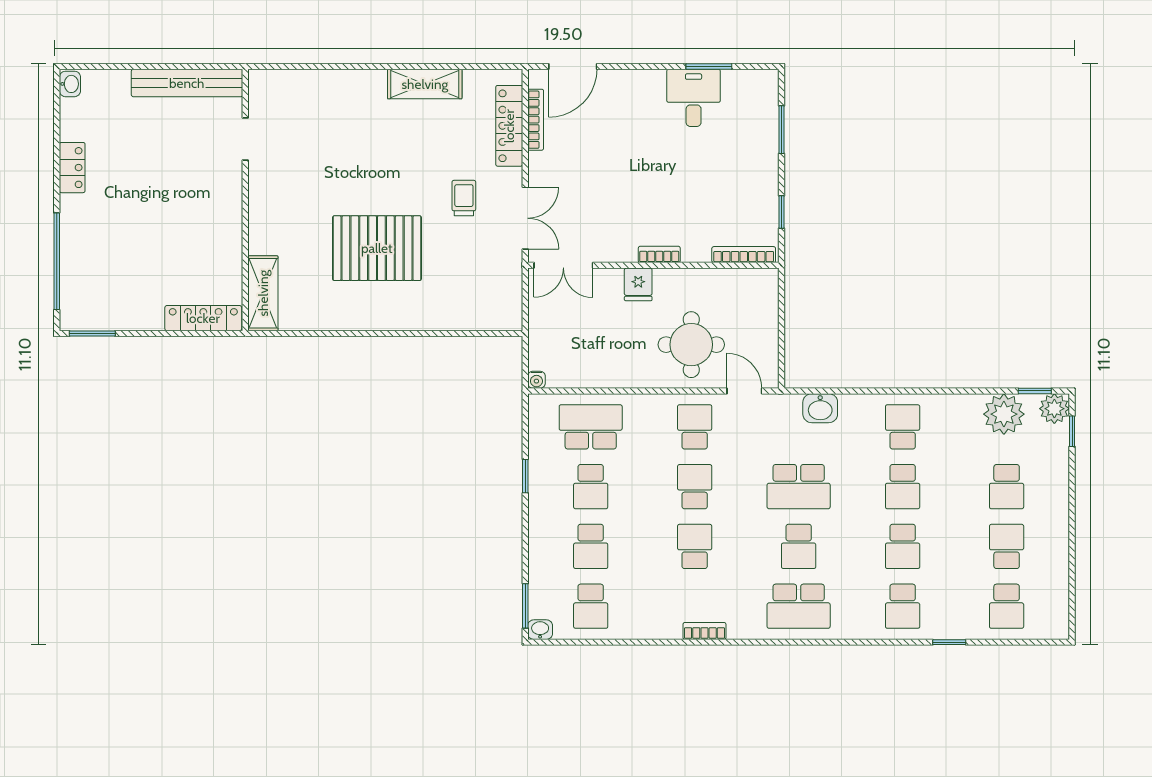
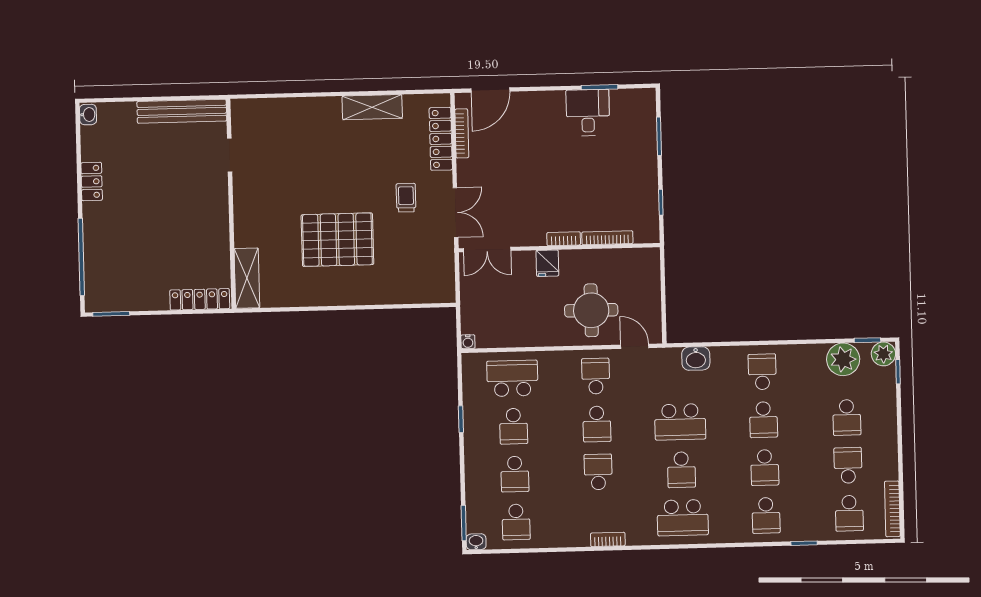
bookcase: (744, 255) -> (607, 238), moved
school desk: (695, 487) -> (597, 424), turned 180
bookcase: (1061, 602) -> (892, 509), added

